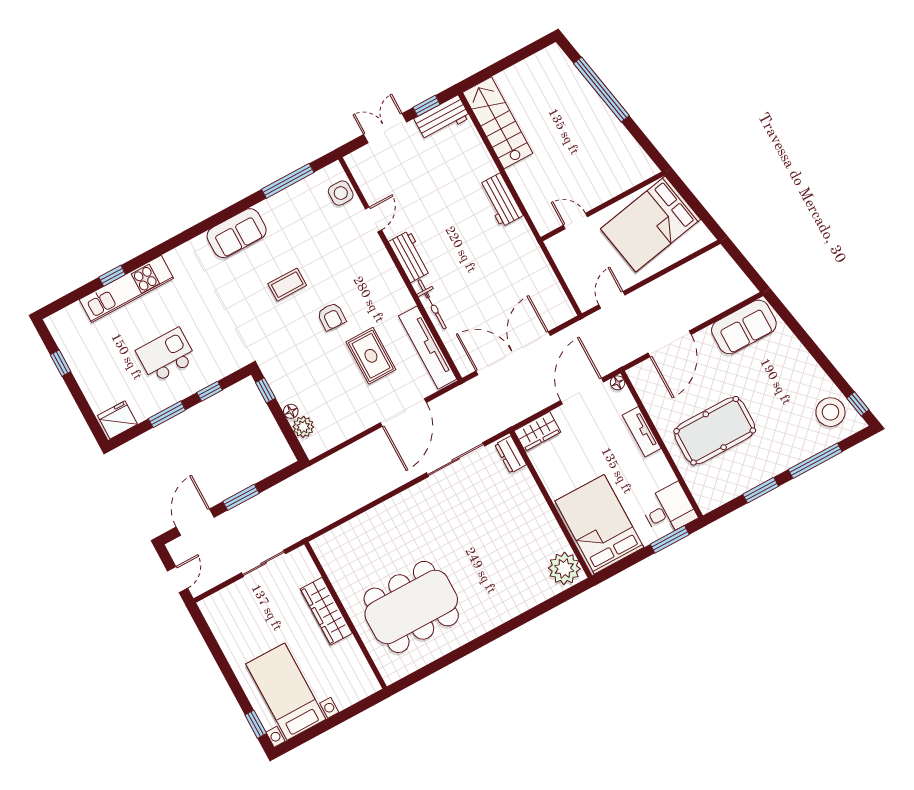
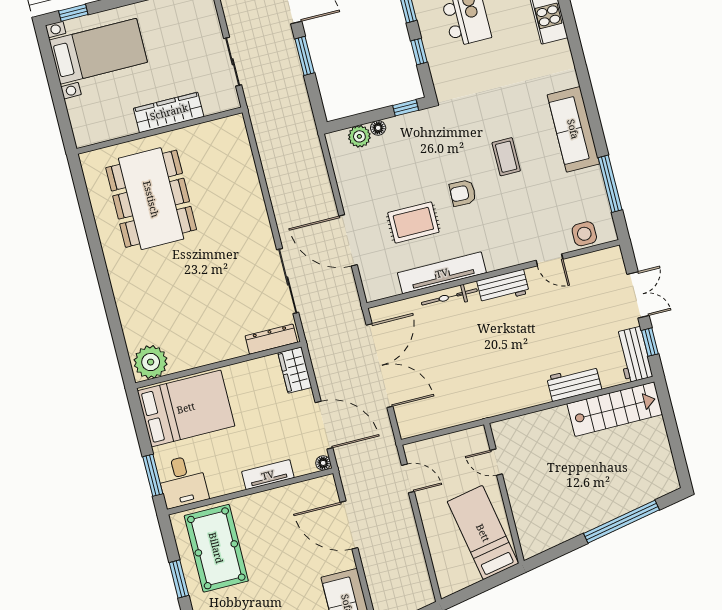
workbench: (501, 200) -> (574, 383), moved
door: (575, 221) -> (496, 462), swing flipped
bed: (651, 224) -> (483, 533), width x0.67
sofa: (237, 233) -> (573, 129), width x1.36
tv unit: (428, 348) -> (442, 273), moved
pool table: (715, 431) -> (216, 548), moved
dresser: (511, 455) -> (271, 339), width x1.44

